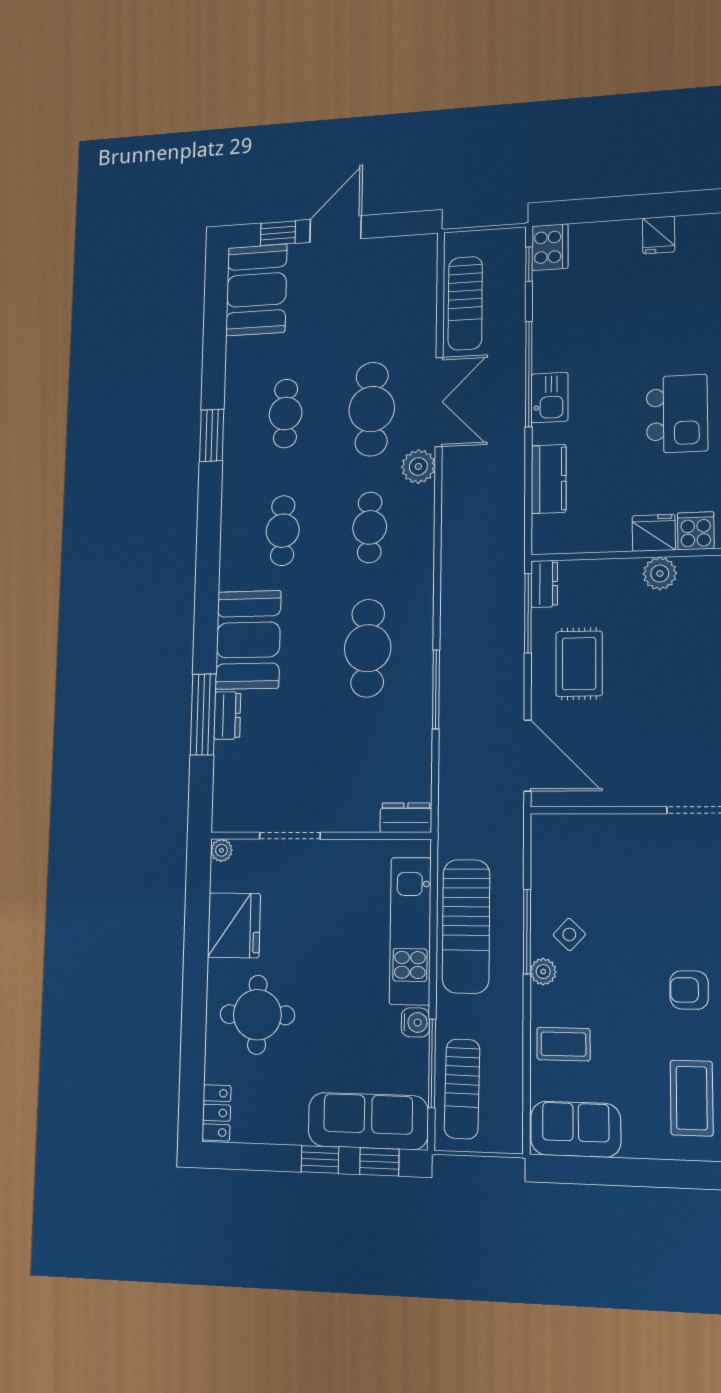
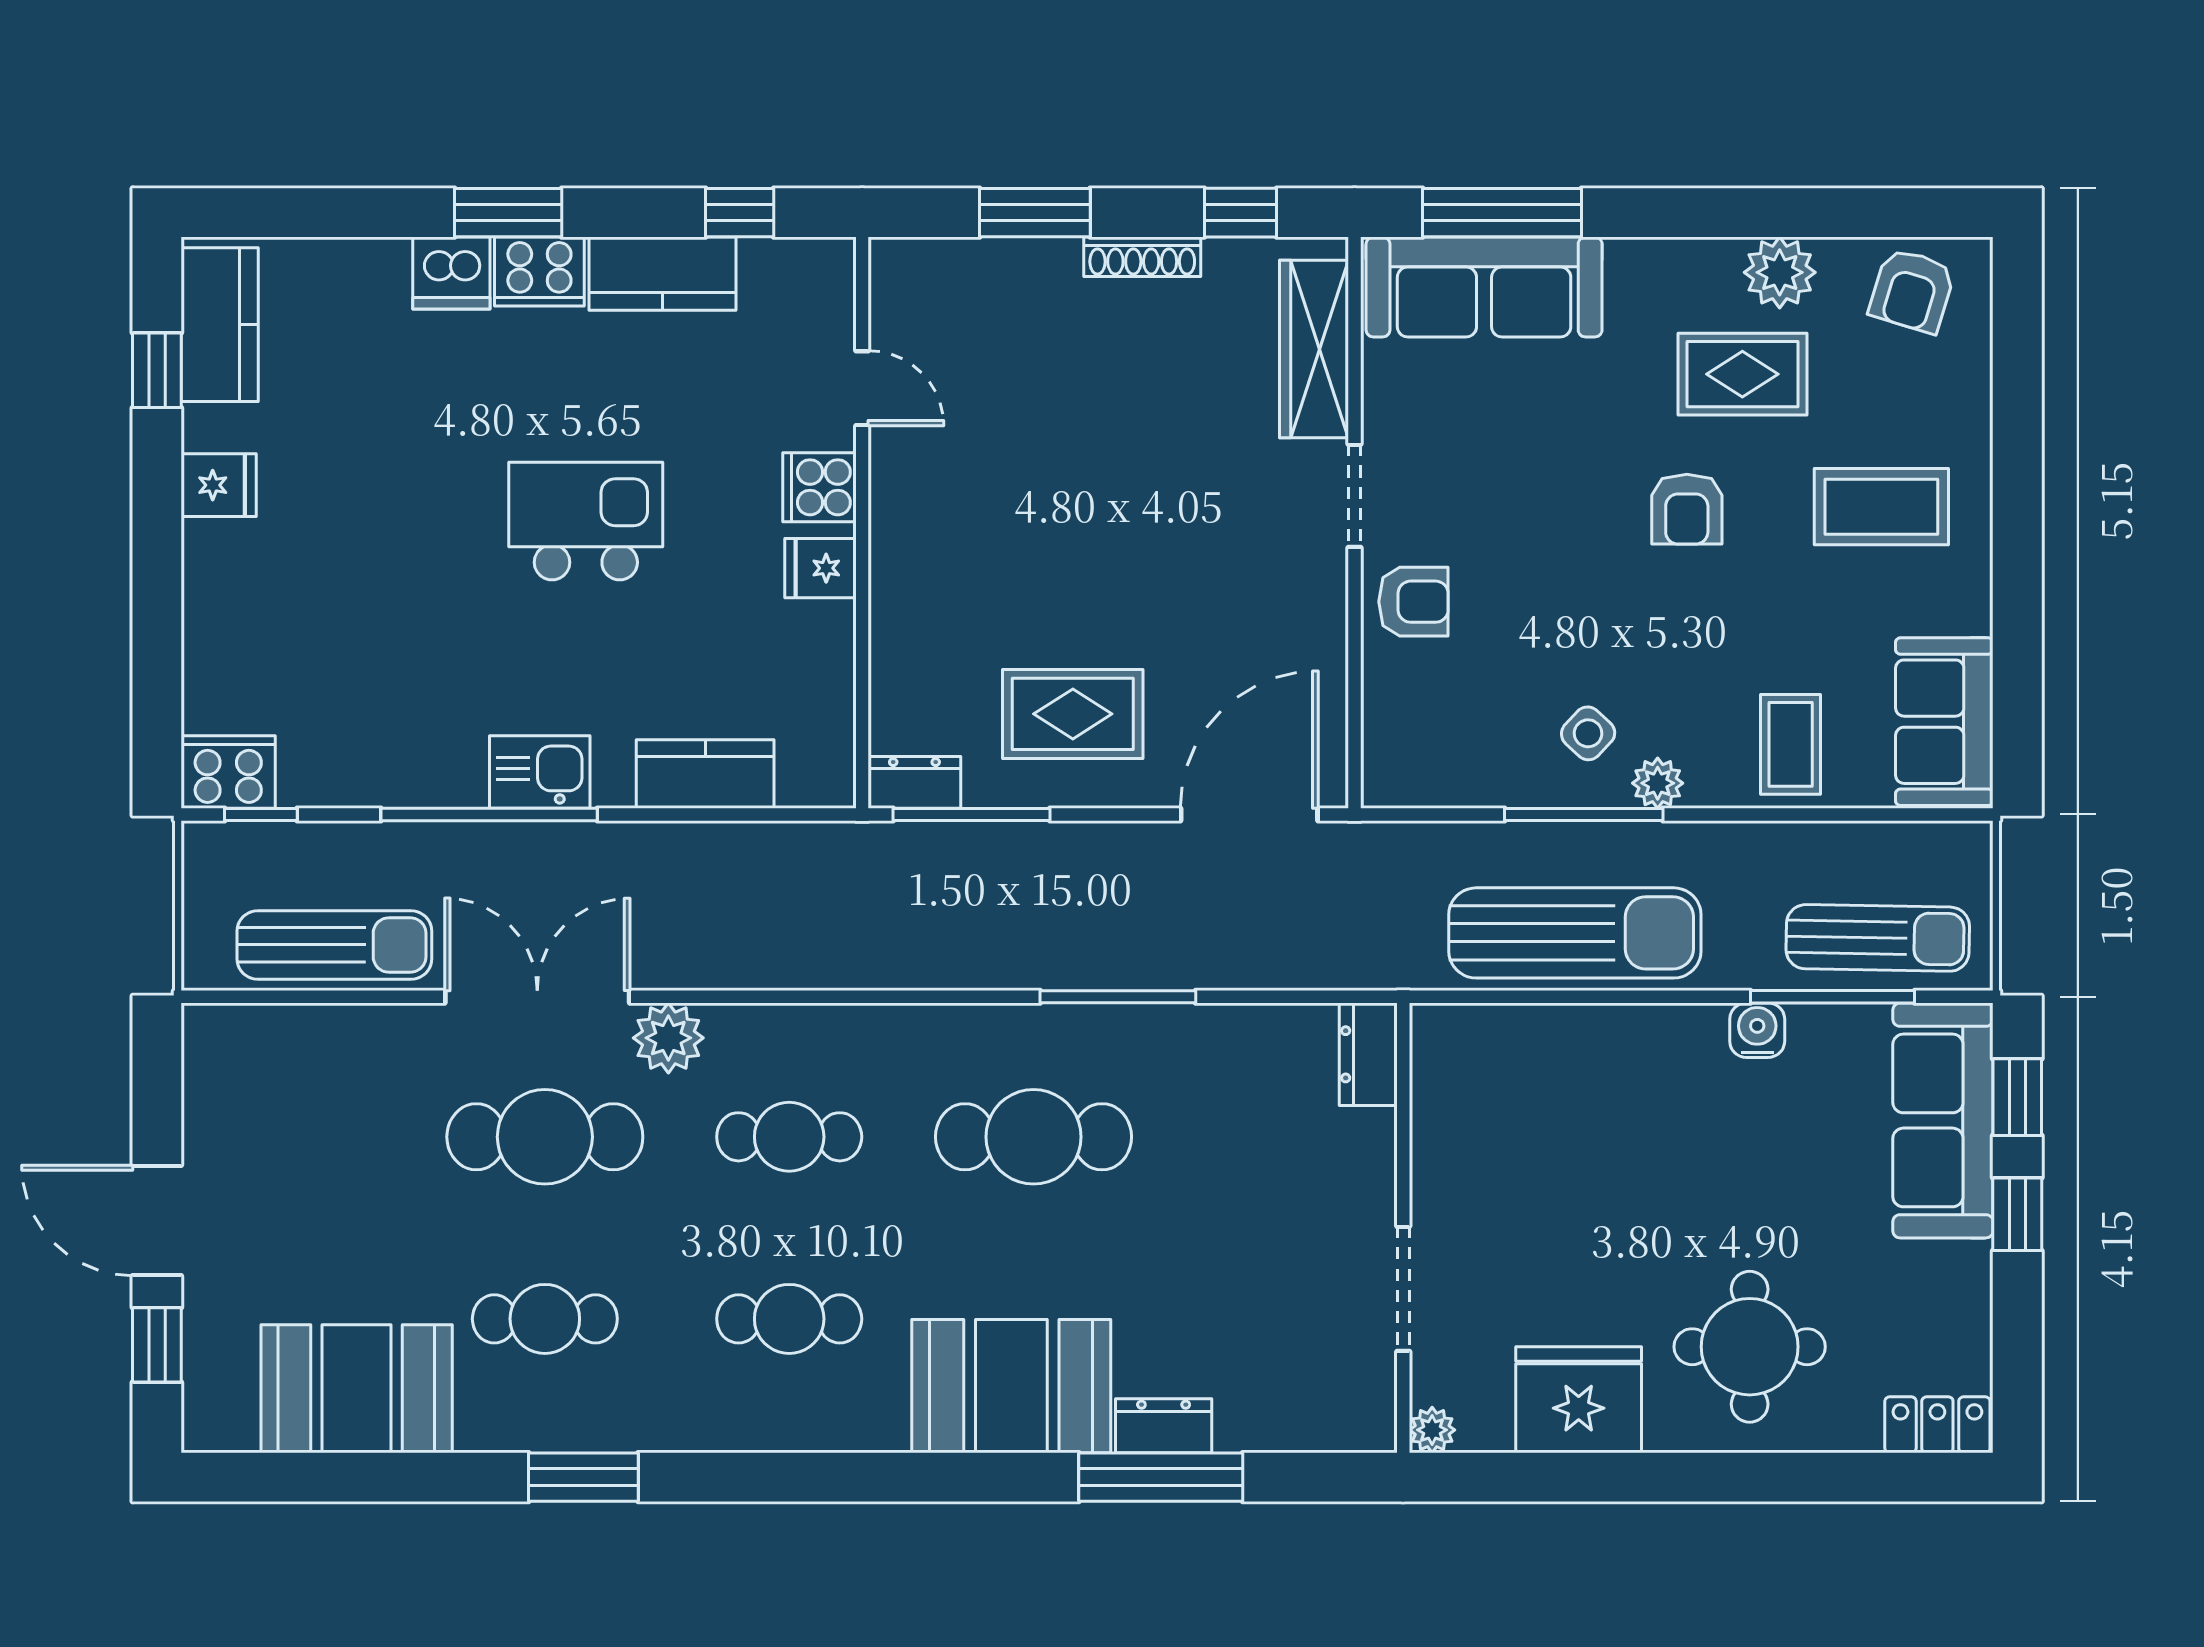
fridge: (659, 235) -> (219, 485), moved
booth: (256, 290) -> (357, 1389), moved
fridge: (654, 533) -> (820, 568), width x0.72
plant: (660, 573) -> (901, 557), removed
armchair: (638, 841) -> (1413, 602), added
kitchen unit: (410, 931) -> (1585, 1042), removed

